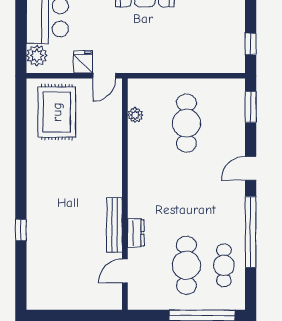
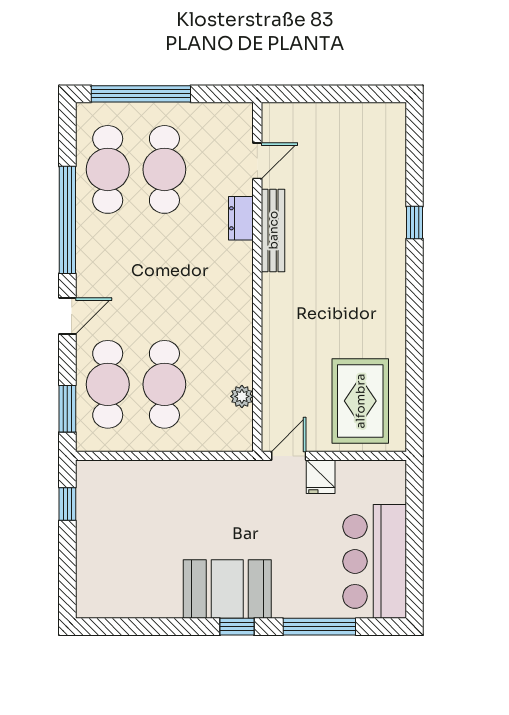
plant: (37, 56) -> (390, 486), removed
cafe table: (224, 123) -> (108, 384), added
cafe table: (224, 265) -> (108, 169), width x1.37, depth x1.35

